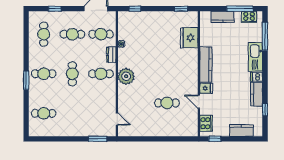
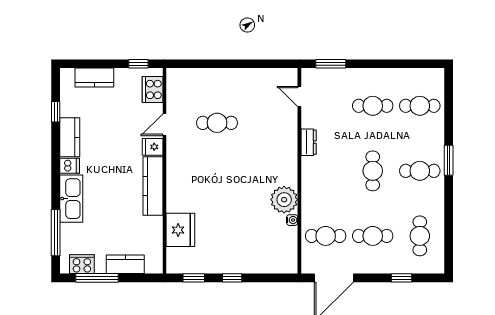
window: (135, 9) -> (232, 278), moved
dresser: (111, 55) -> (309, 142), moved
cafe table: (101, 74) -> (373, 106), moved
plant: (126, 76) -> (284, 200), moved
door: (199, 102) -> (164, 125), swing flipped

